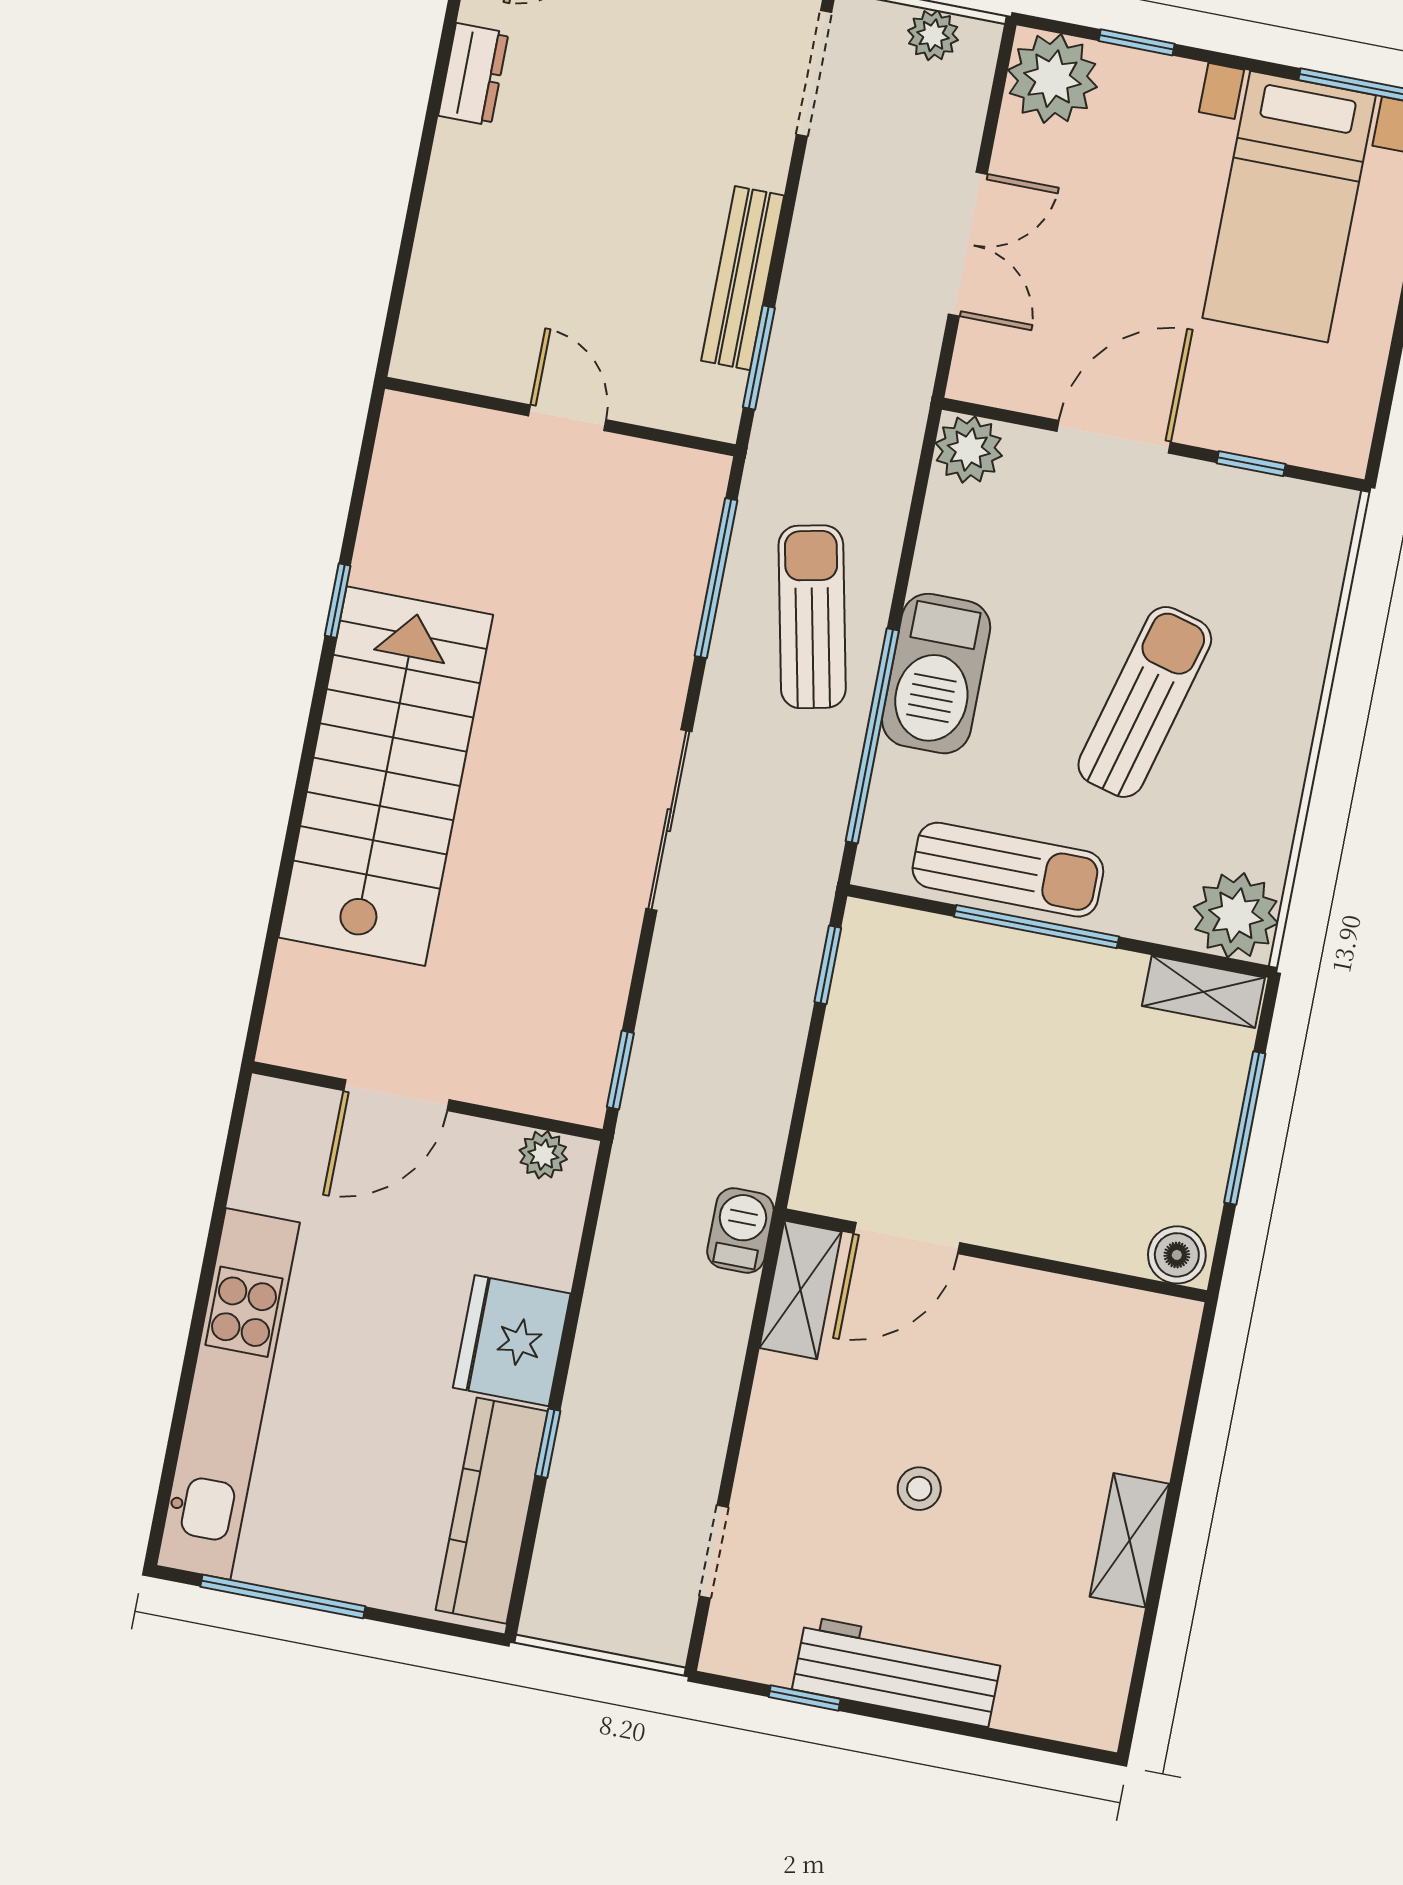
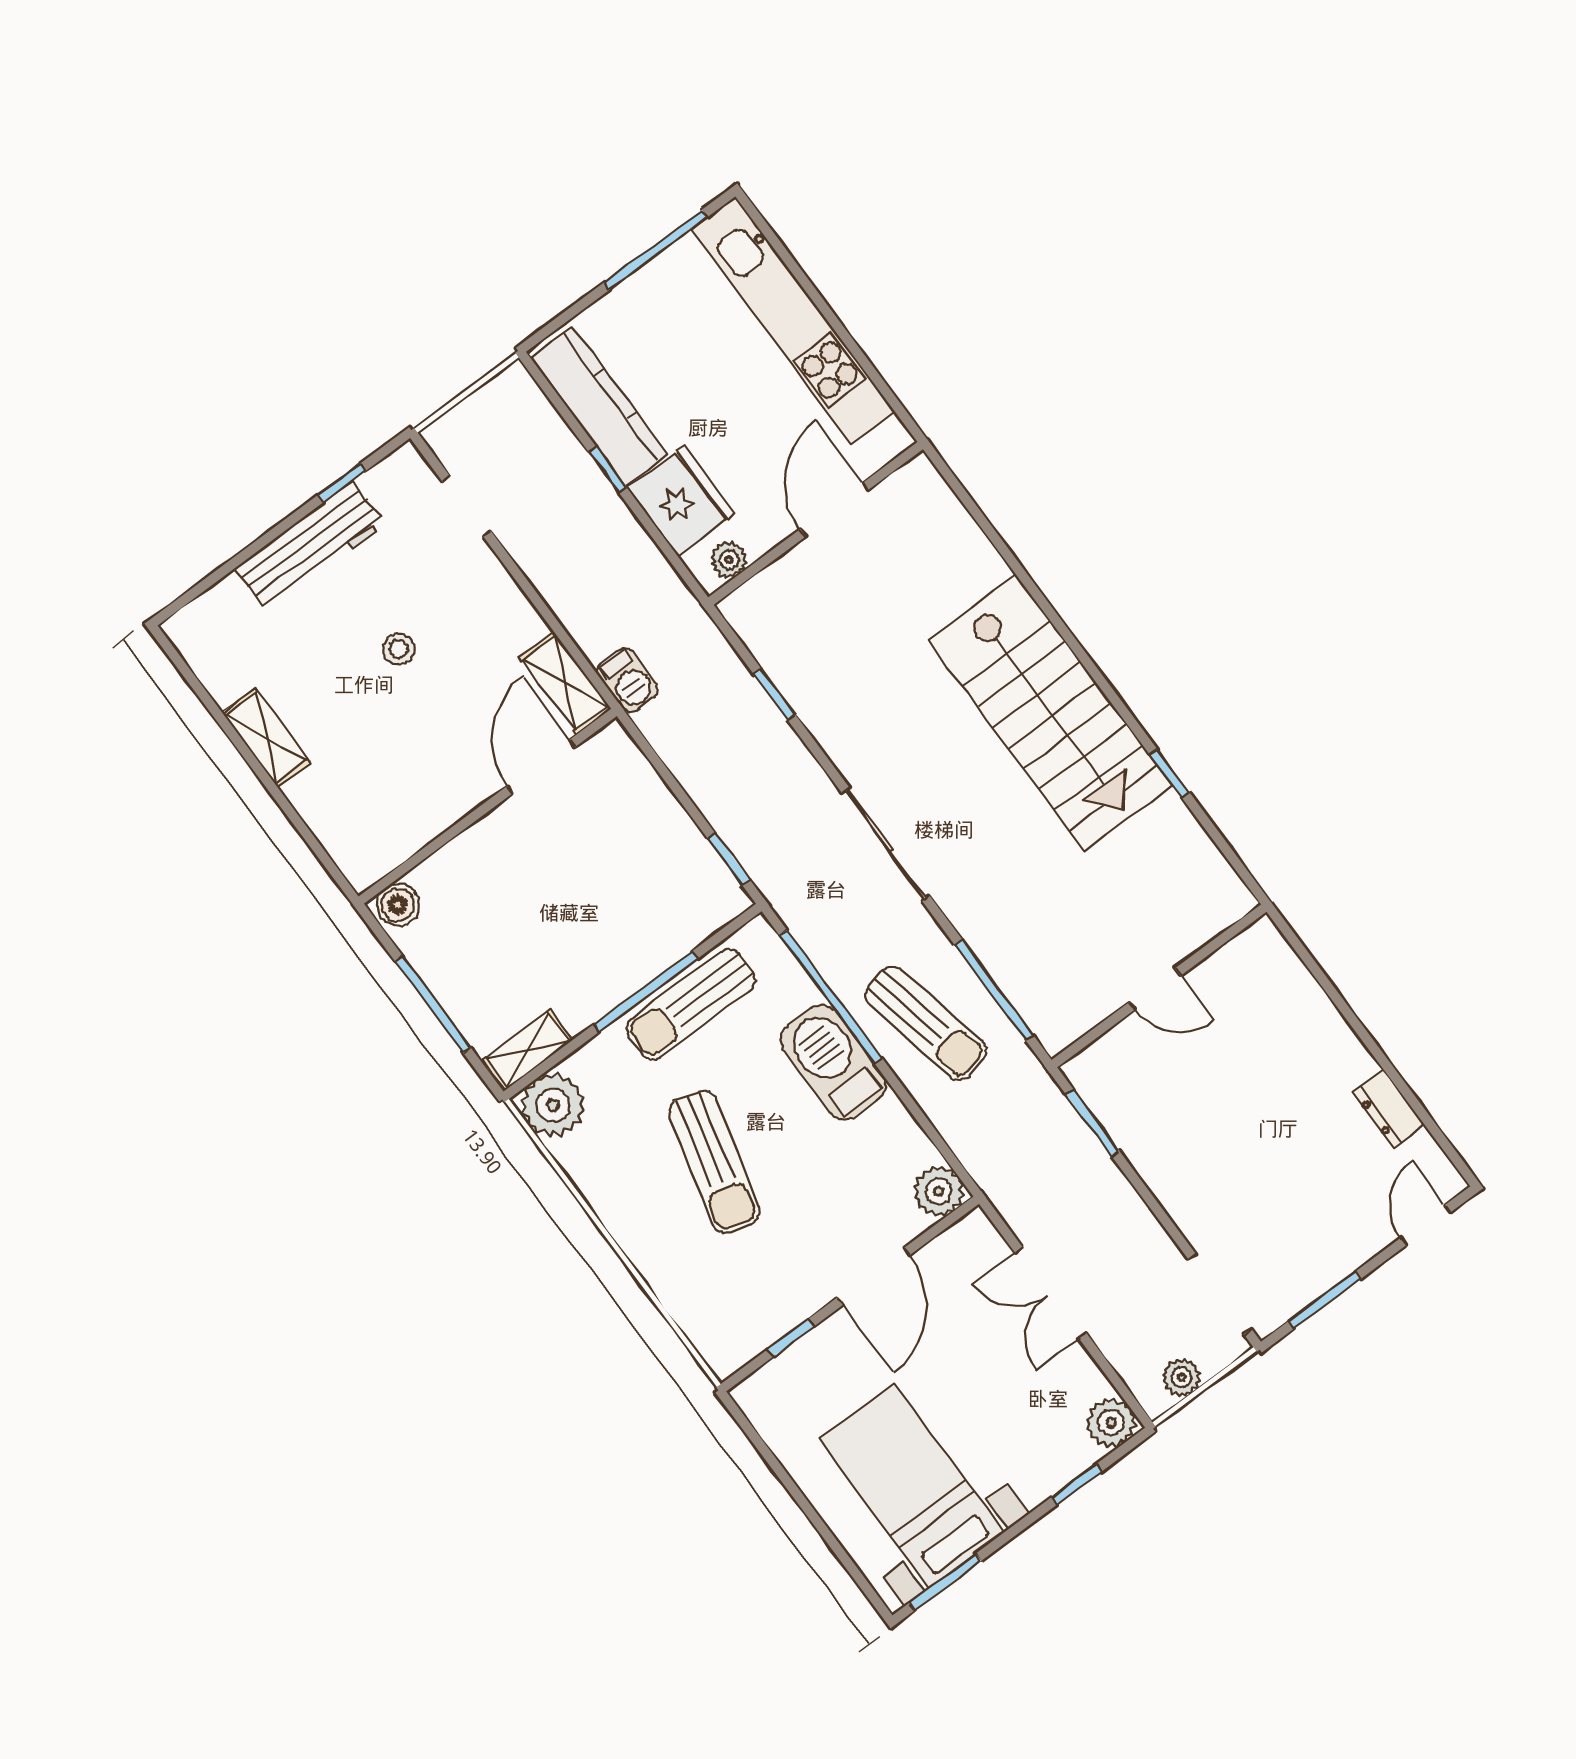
plant: (1053, 79) -> (1111, 1423), width x0.73, depth x0.73
bench: (743, 278) -> (1144, 1153), removed
door: (396, 1095) -> (834, 510), moved
wall: (427, 1101) -> (816, 523), moved
plant: (543, 1155) -> (729, 560), moved

